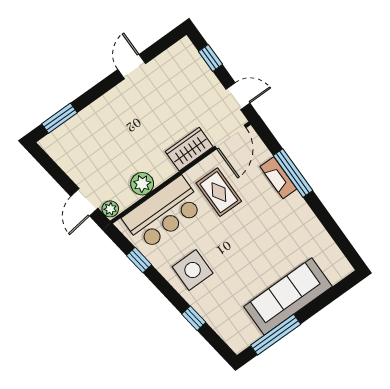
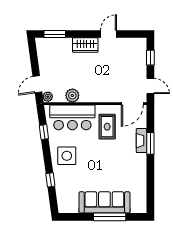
wardrobe: (189, 149) -> (85, 45), moved, turned 180
window: (293, 173) -> (150, 143), width x0.69
window: (276, 335) -> (110, 217), moved

